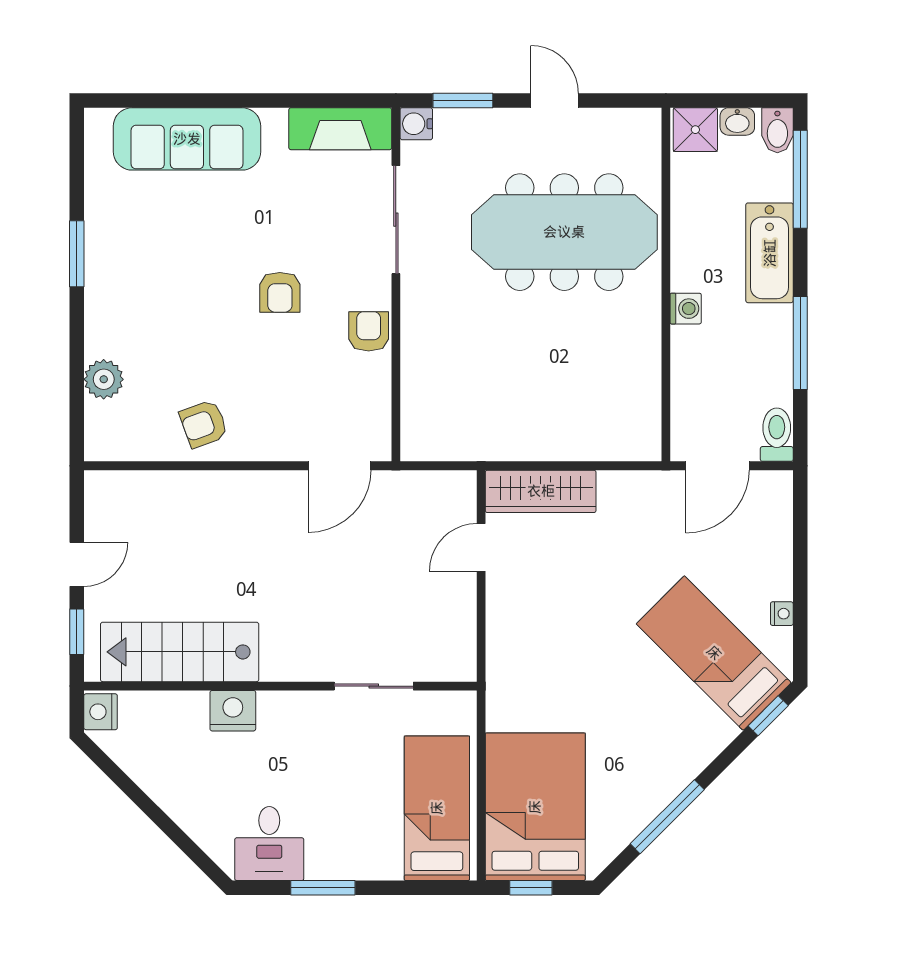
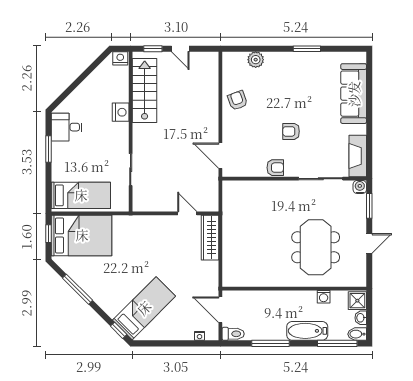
meeting table: (564, 232) -> (316, 247), width x0.73
washing machine: (686, 309) -> (324, 297), moved
nightstand: (782, 614) -> (200, 336), moved

